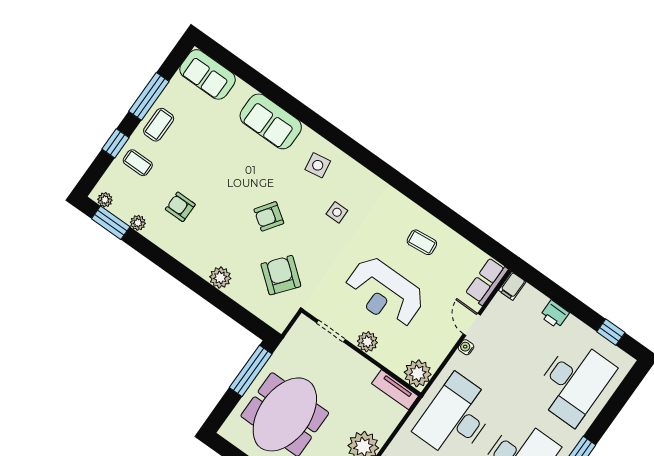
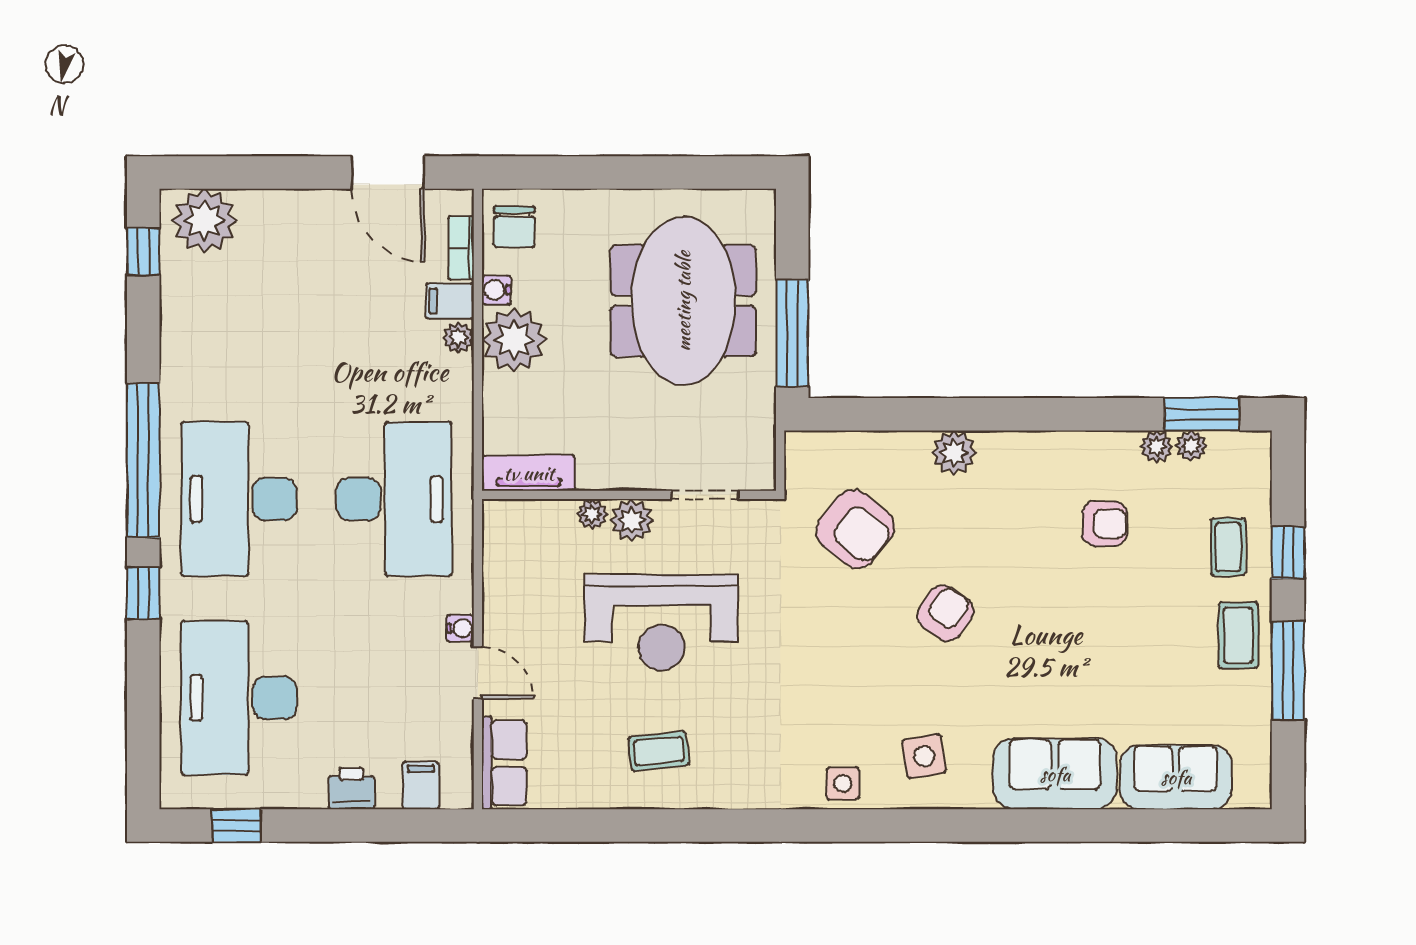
sofa: (208, 74) -> (1176, 777), moved
coffee table: (138, 163) -> (1228, 547), turned 90
plant: (105, 200) -> (1191, 446), moved
side table: (337, 212) -> (843, 783), moved
filing cabinet: (512, 286) -> (421, 785), moved
reception desk: (385, 293) -> (661, 623), turned 180
plant: (418, 373) -> (592, 514), moved, width x0.53, depth x0.53

